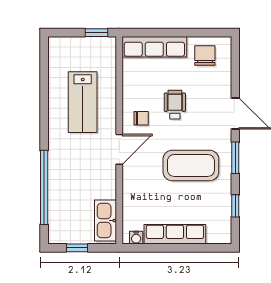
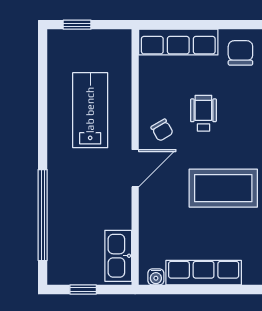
window: (96, 33) -> (77, 25), moved
lab bench: (83, 102) -> (90, 110), turned 180
chair: (141, 118) -> (162, 130), turned 60

